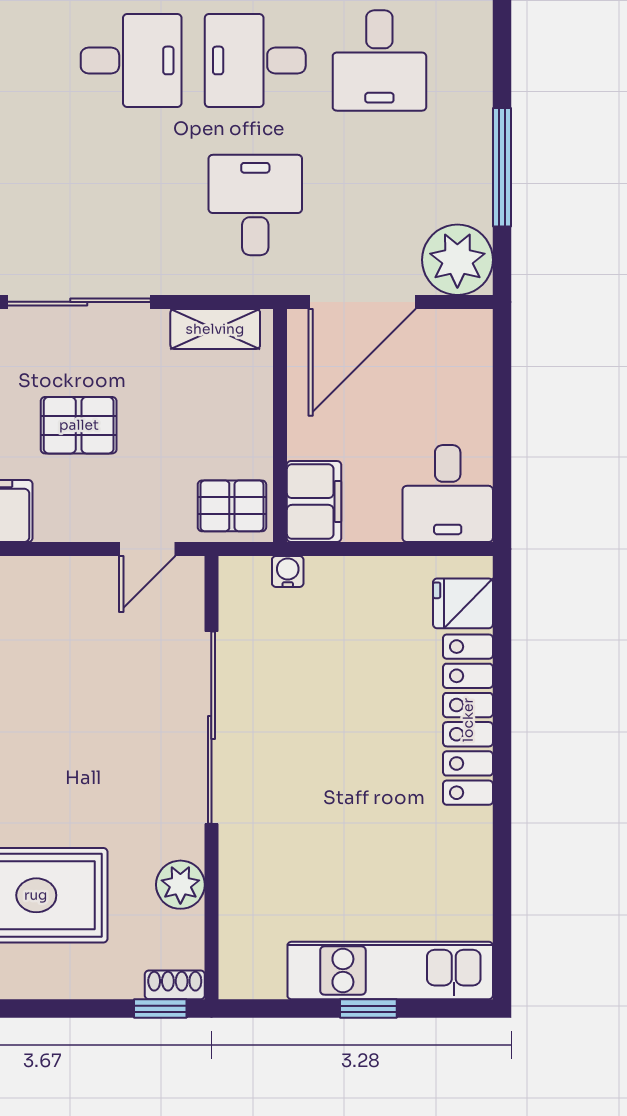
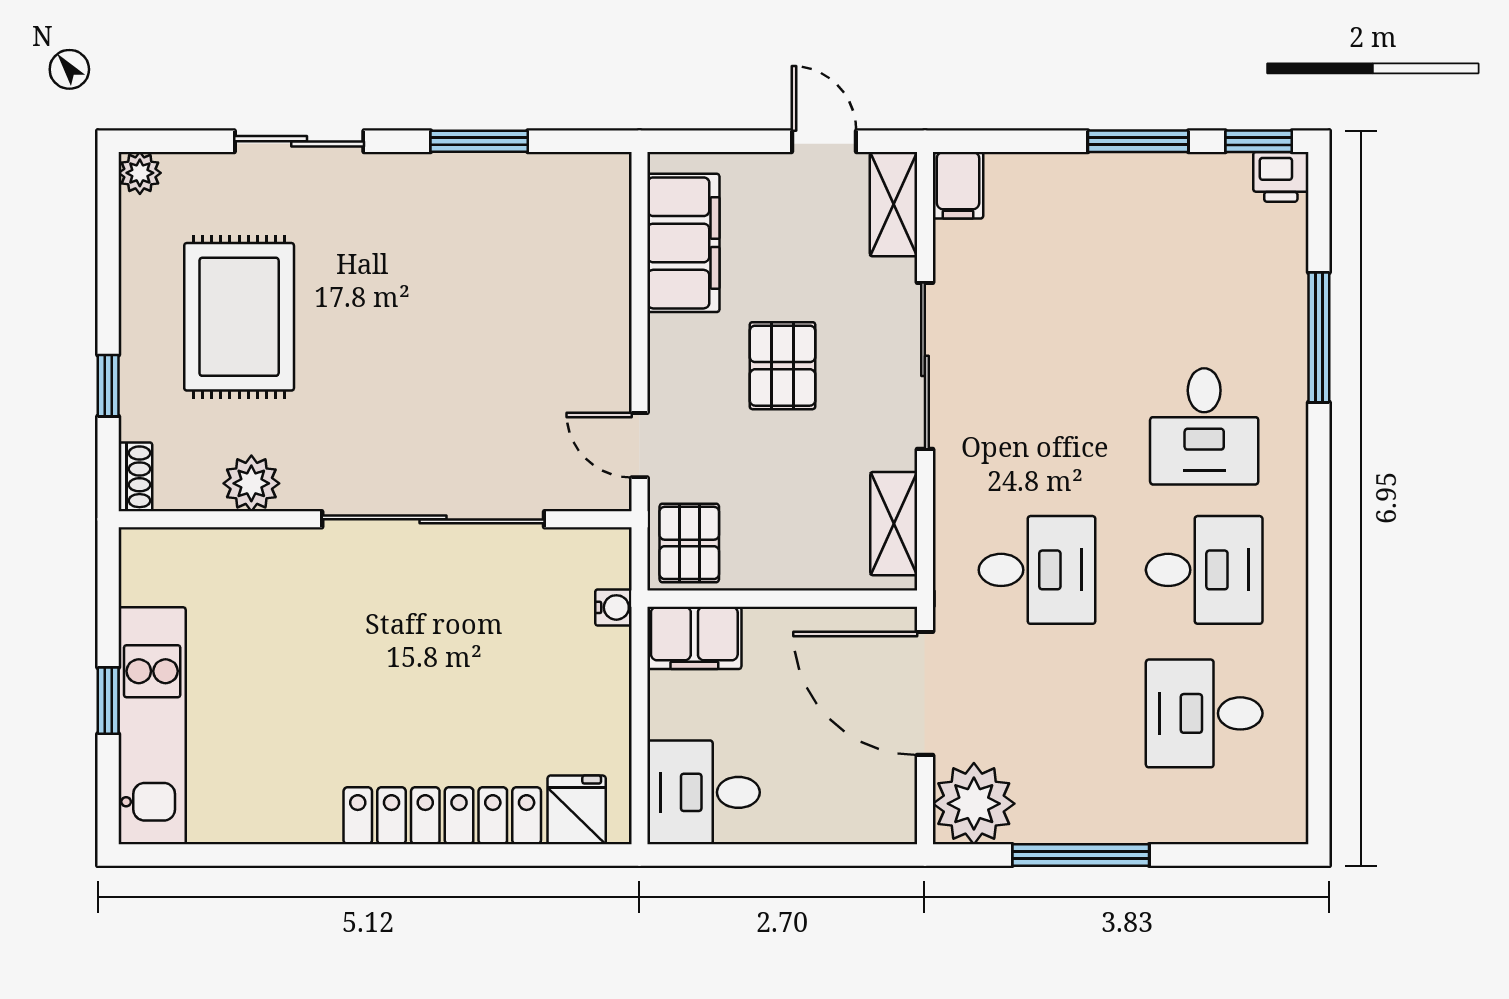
desk: (255, 60) -> (1204, 570), turned 90
window: (160, 1009) -> (108, 386), moved

